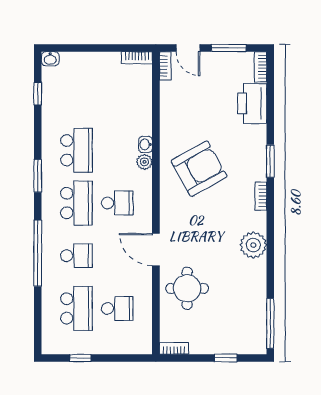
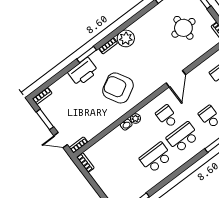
door: (188, 48) -> (61, 140), swing flipped
printer: (252, 104) -> (83, 72), moved
window: (38, 176) -> (184, 167), removed
plant: (253, 245) -> (126, 38), moved
round table: (187, 288) -> (183, 28), moved

